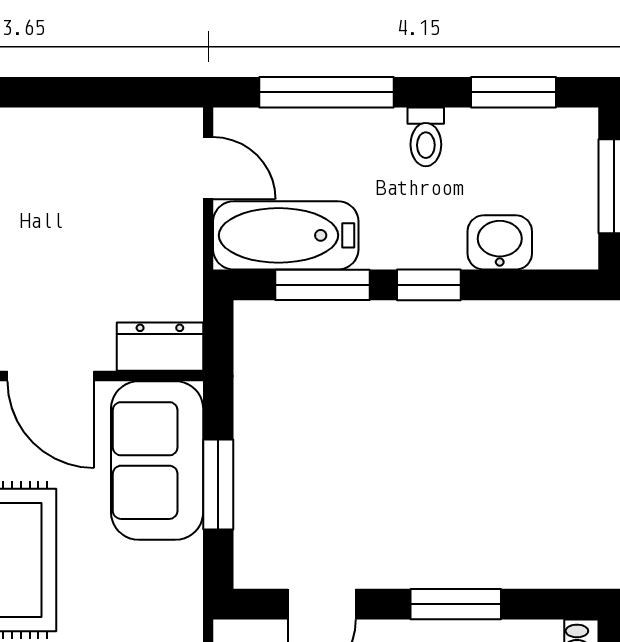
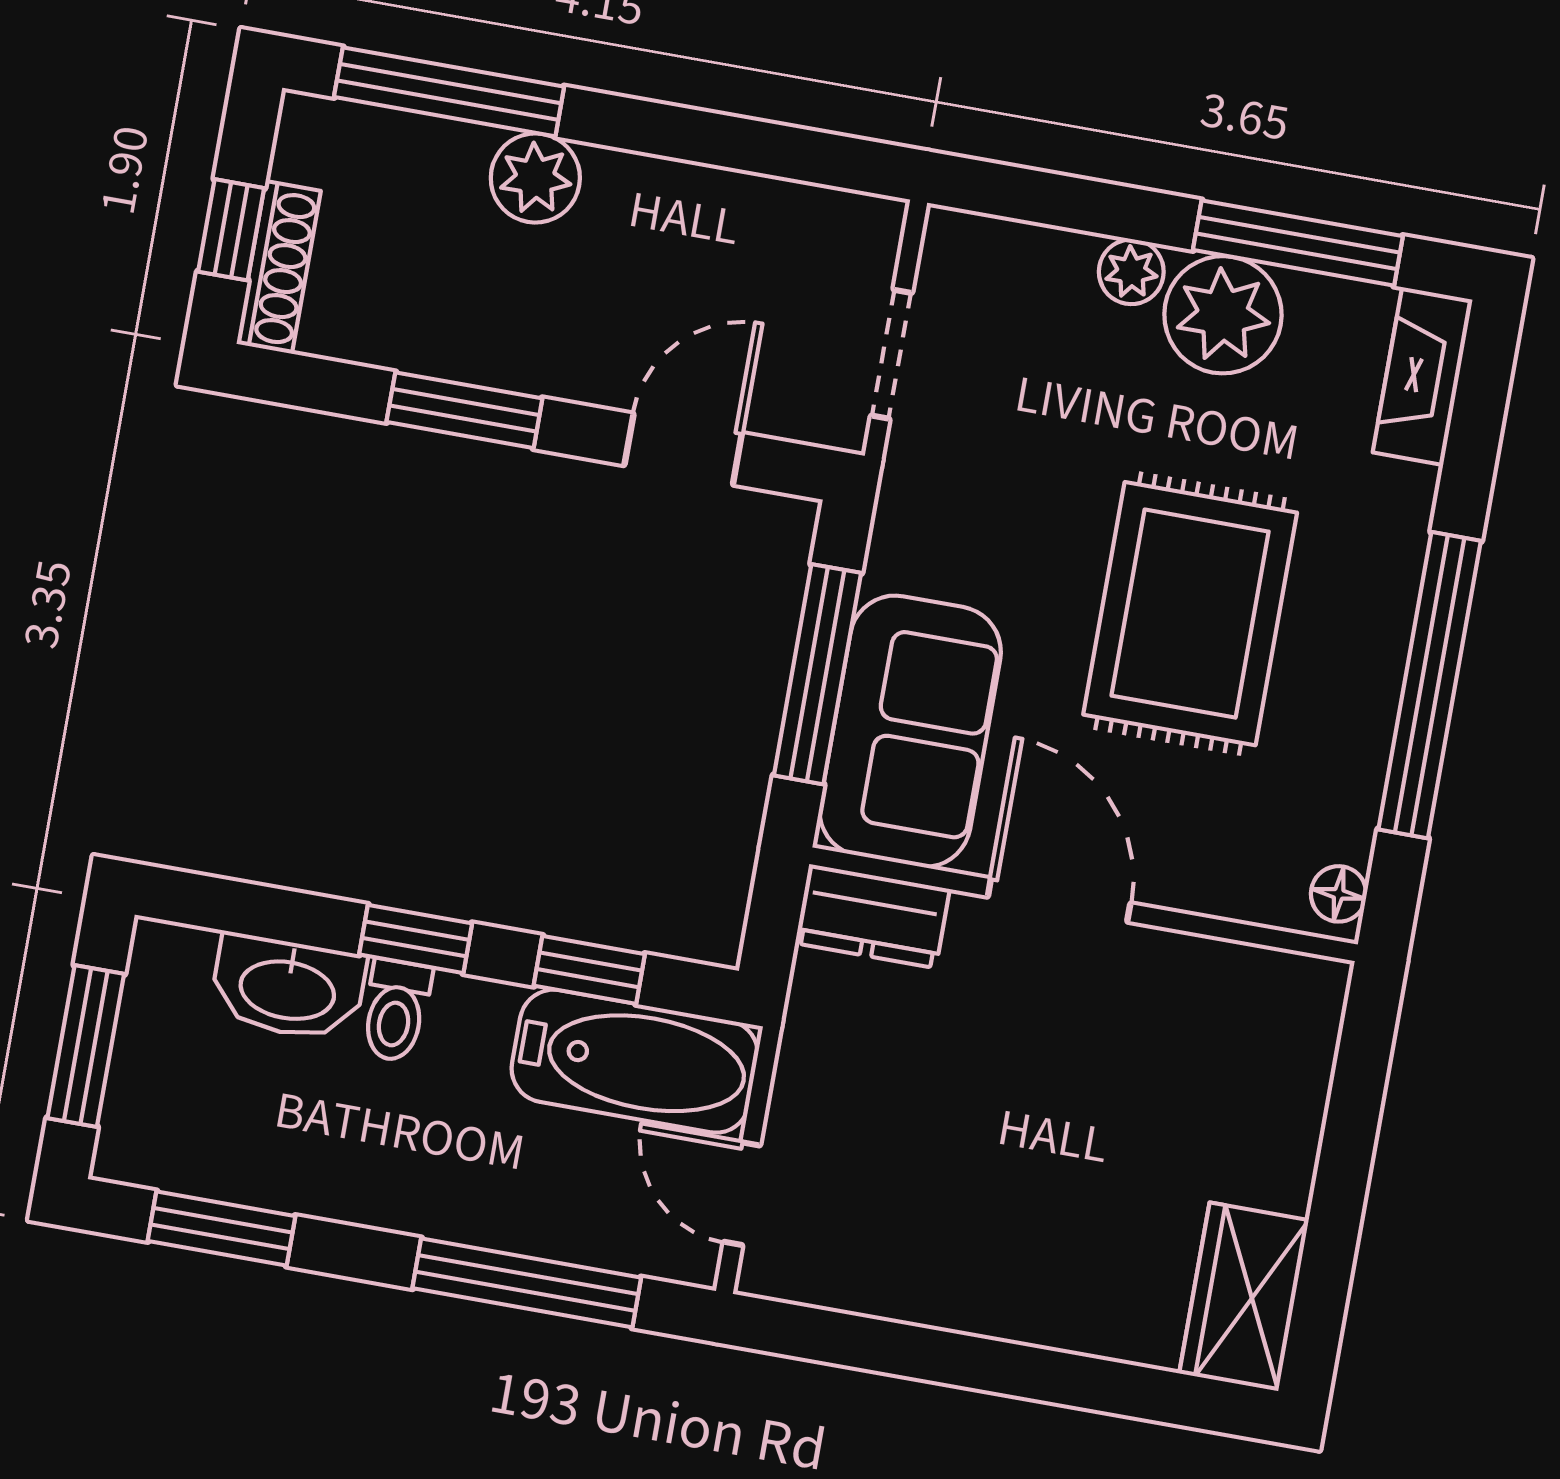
toilet: (426, 137) -> (396, 1011), moved, turned 180
washbasin: (500, 242) -> (288, 988), width x1.38
window: (322, 285) -> (589, 970), width x0.67
window: (218, 485) -> (817, 674), width x1.44

